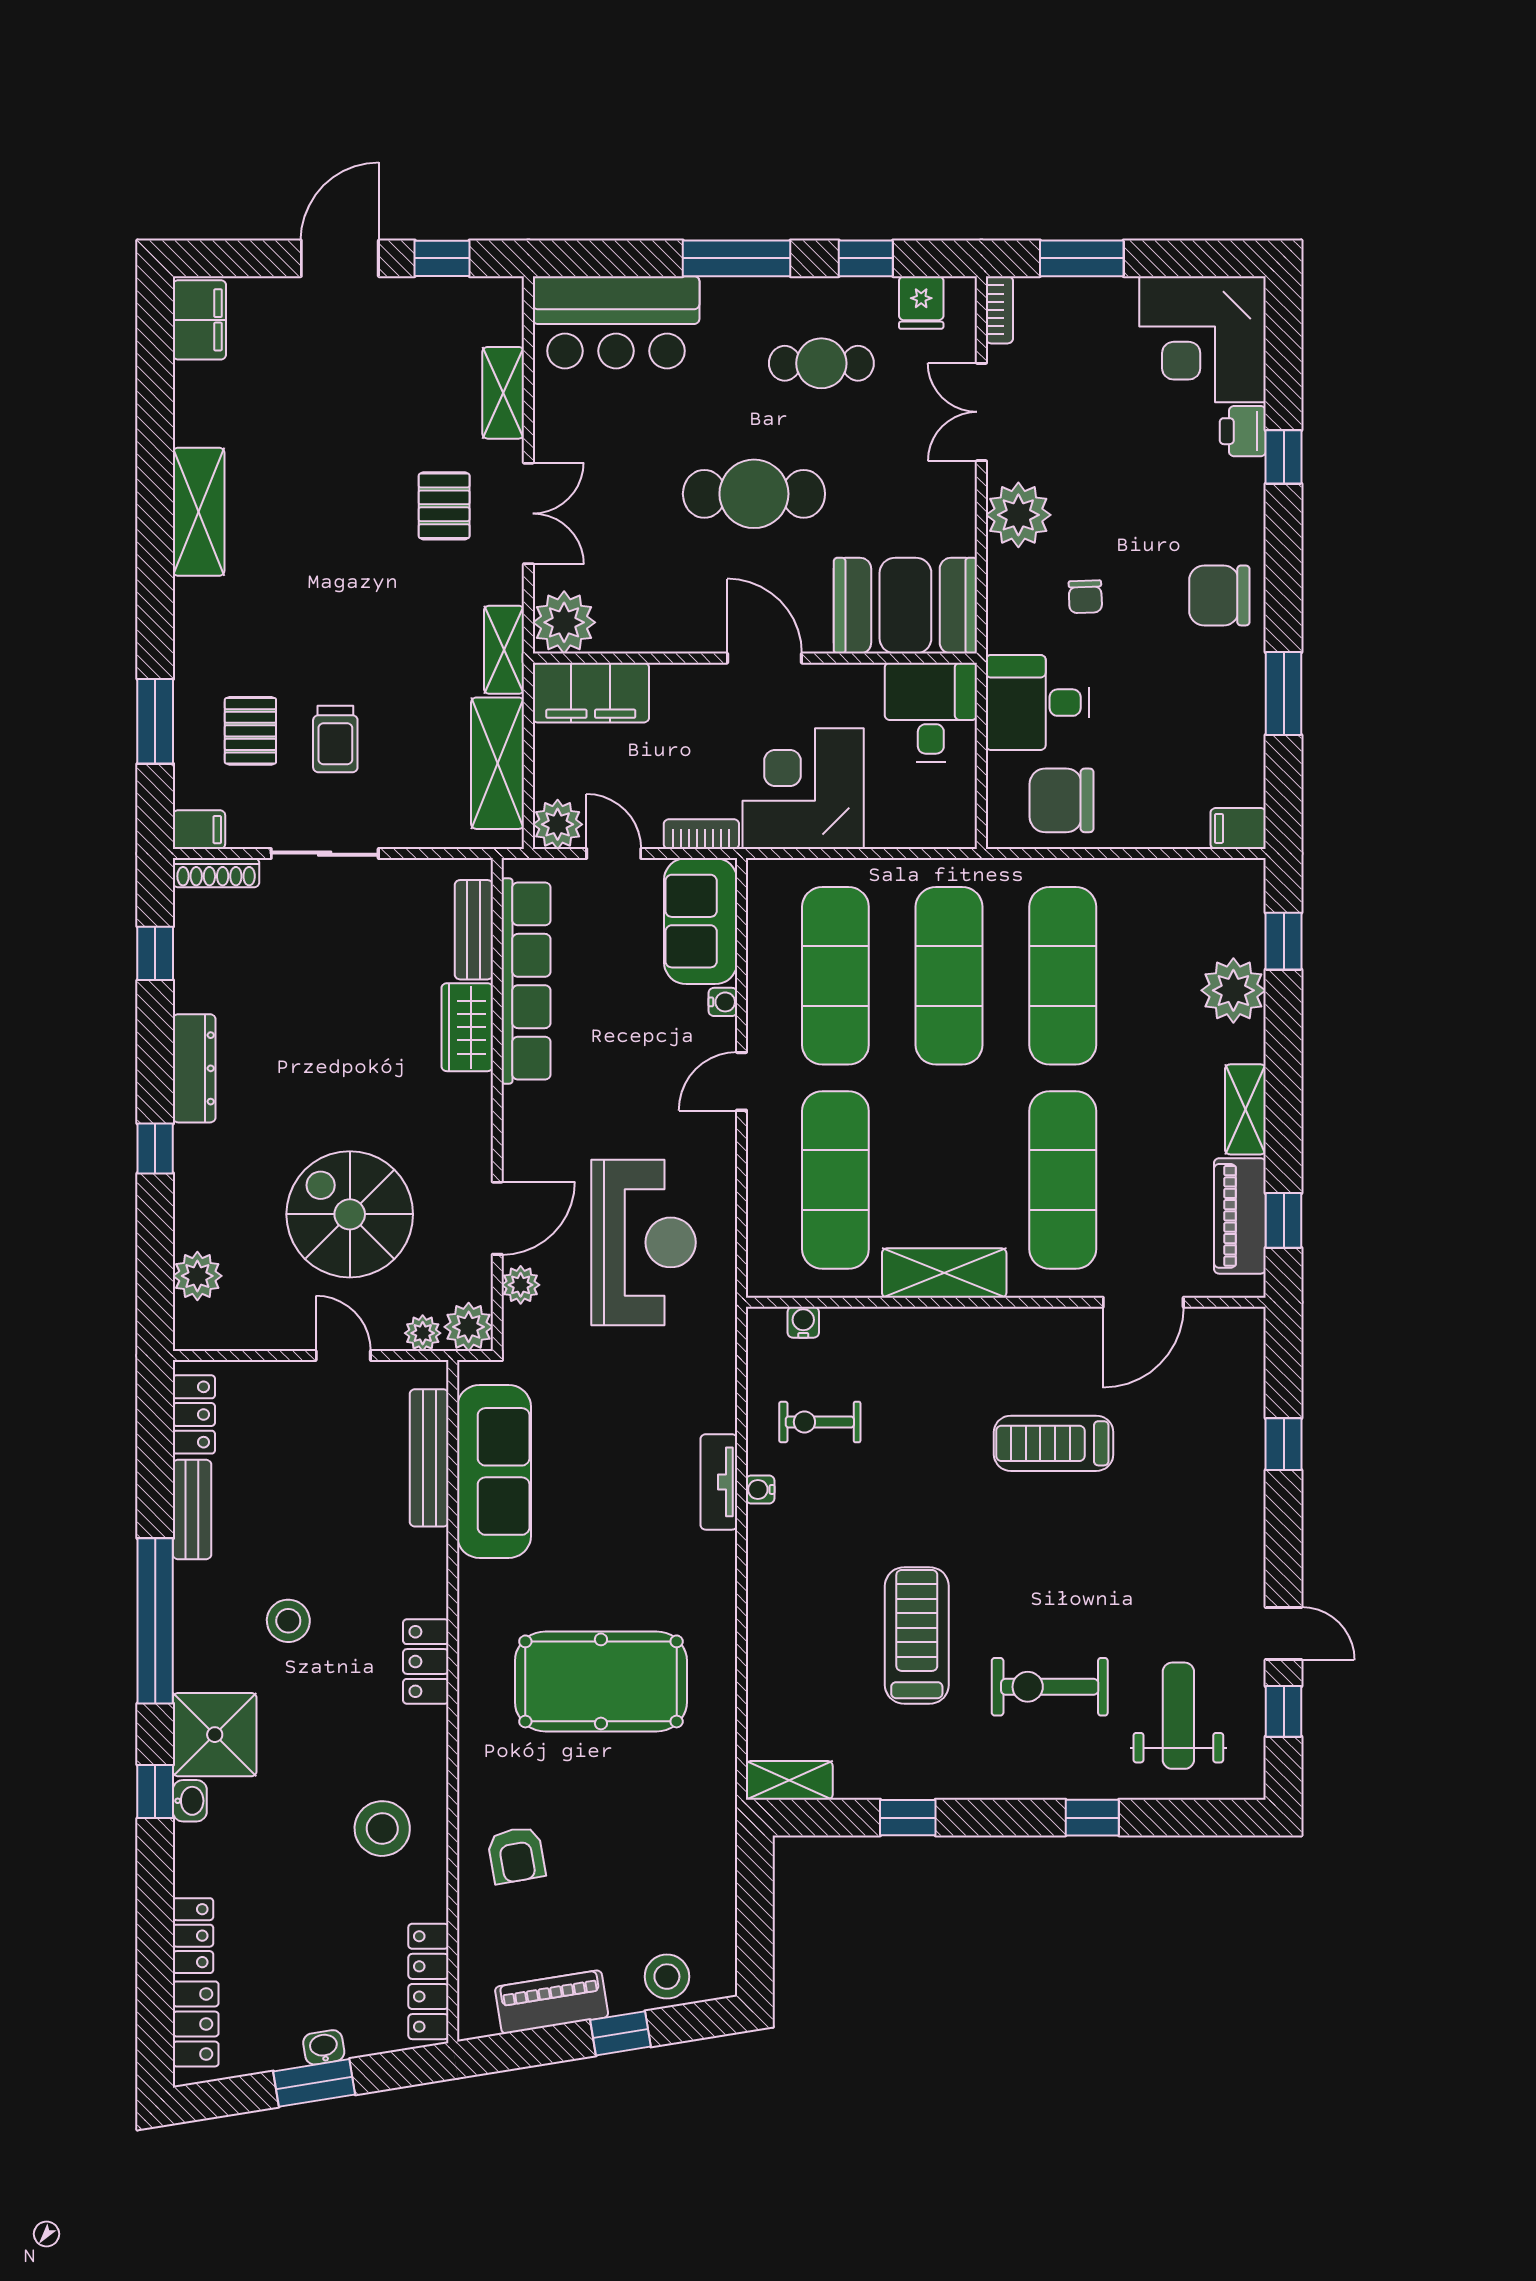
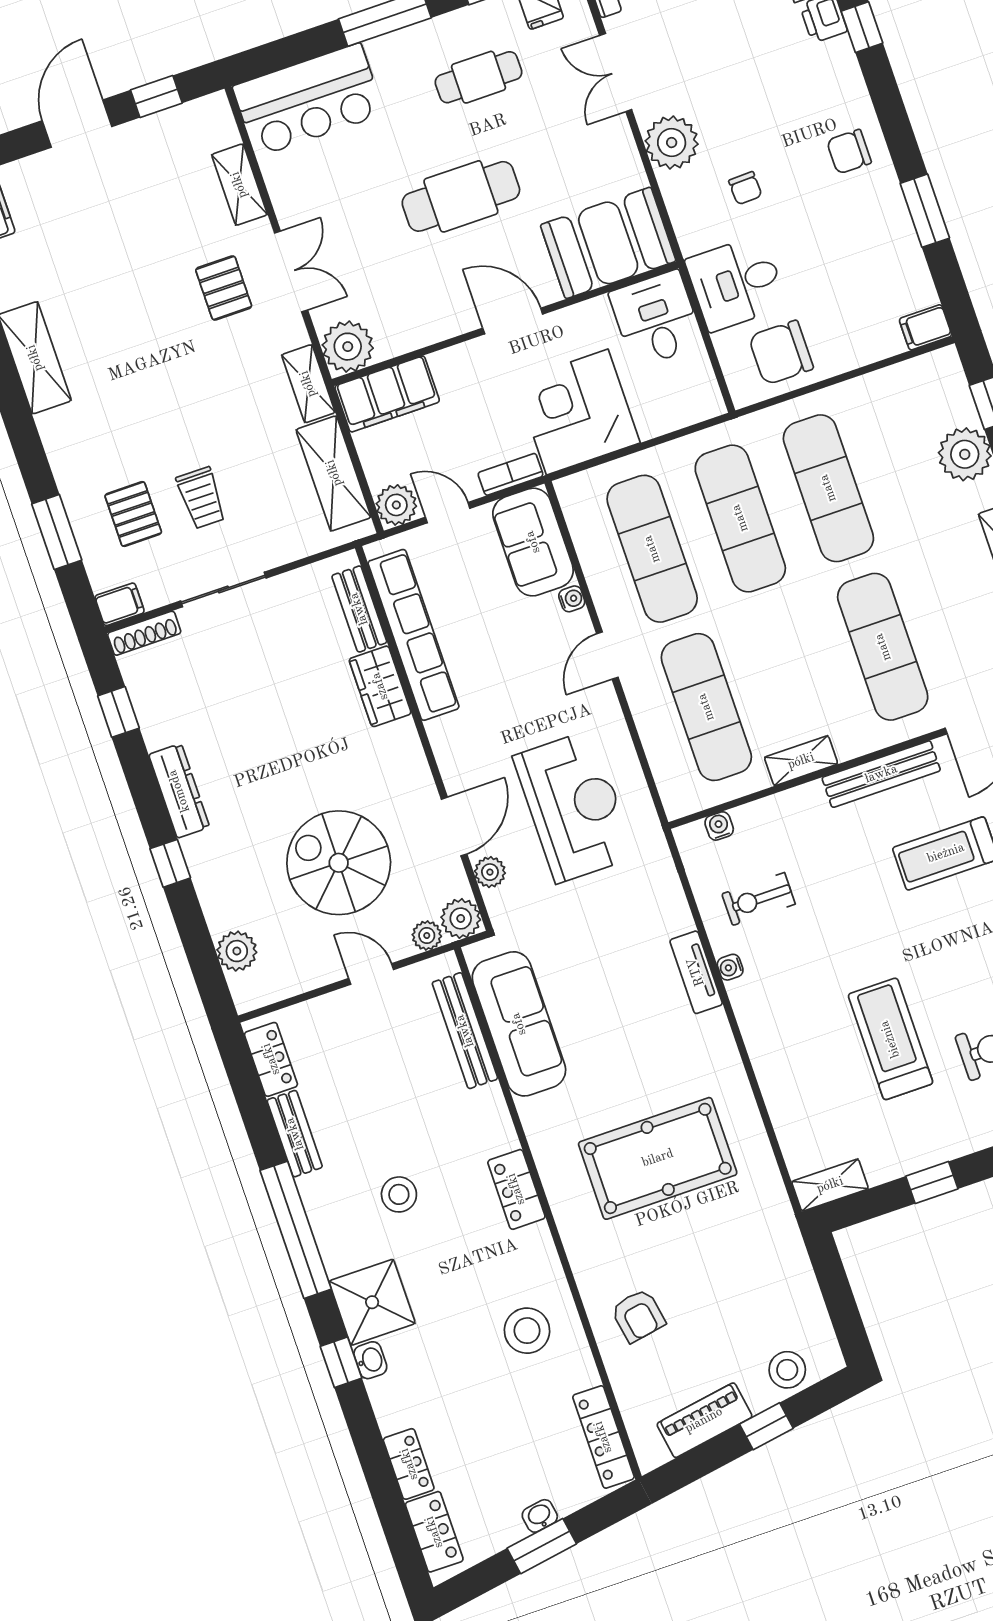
chair: (1219, 595) -> (849, 152), width x0.73, depth x0.73
shelving: (944, 1273) -> (801, 761), width x0.67, depth x0.75
bench: (1011, 1326) -> (881, 774), added

